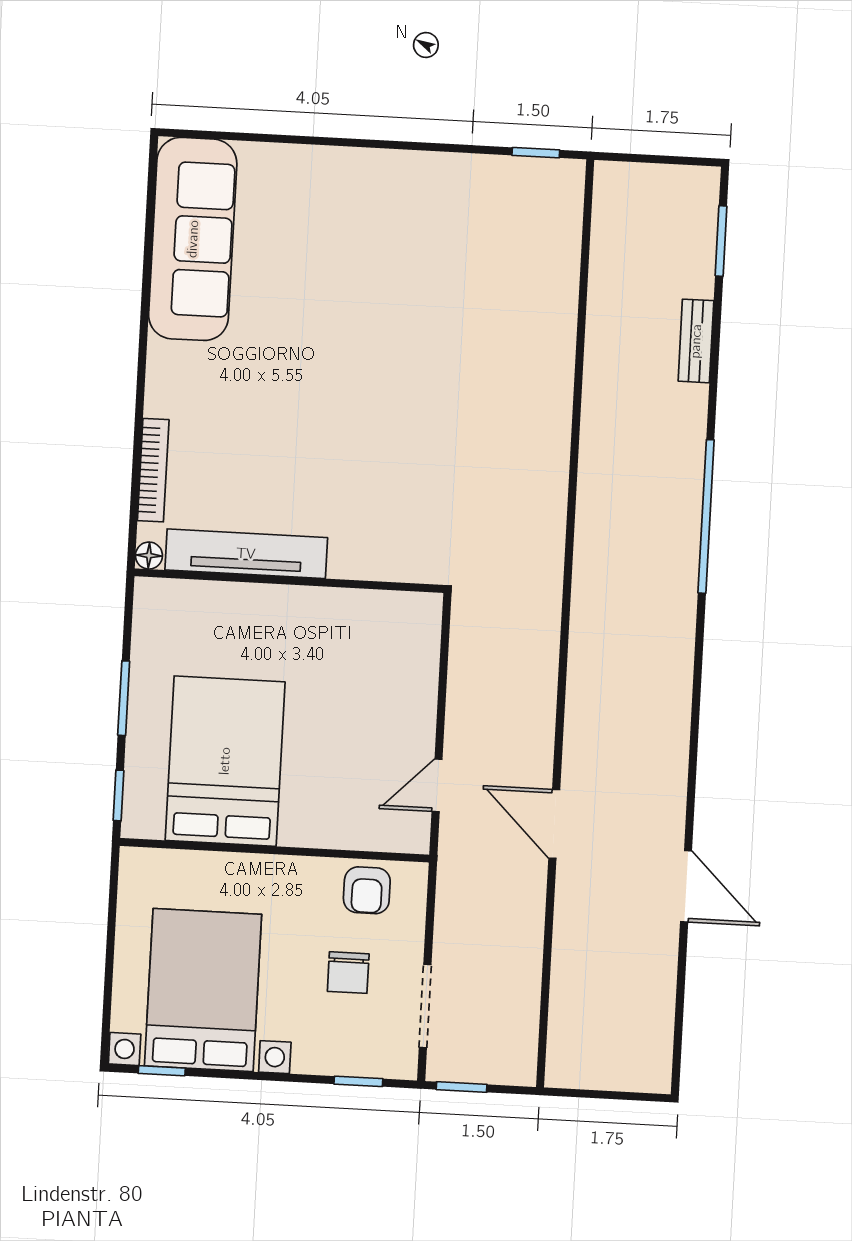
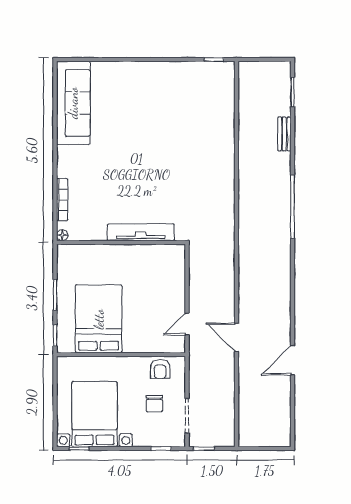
tv unit: (246, 554) -> (141, 232), moved
door: (686, 886) -> (292, 360), swing flipped

